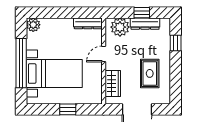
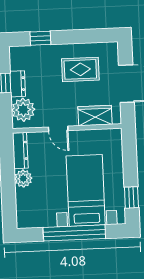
dresser: (145, 24) -> (18, 84), width x0.70
plant: (33, 25) -> (23, 179), moved
window: (68, 109) -> (131, 197), moved

